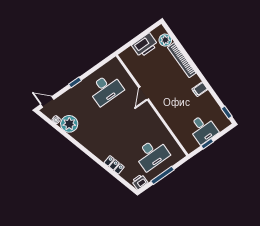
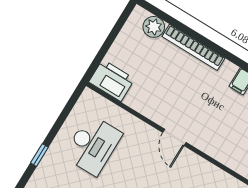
printer: (145, 45) -> (112, 80), moved, turned -90
door: (144, 93) -> (174, 137), moved

